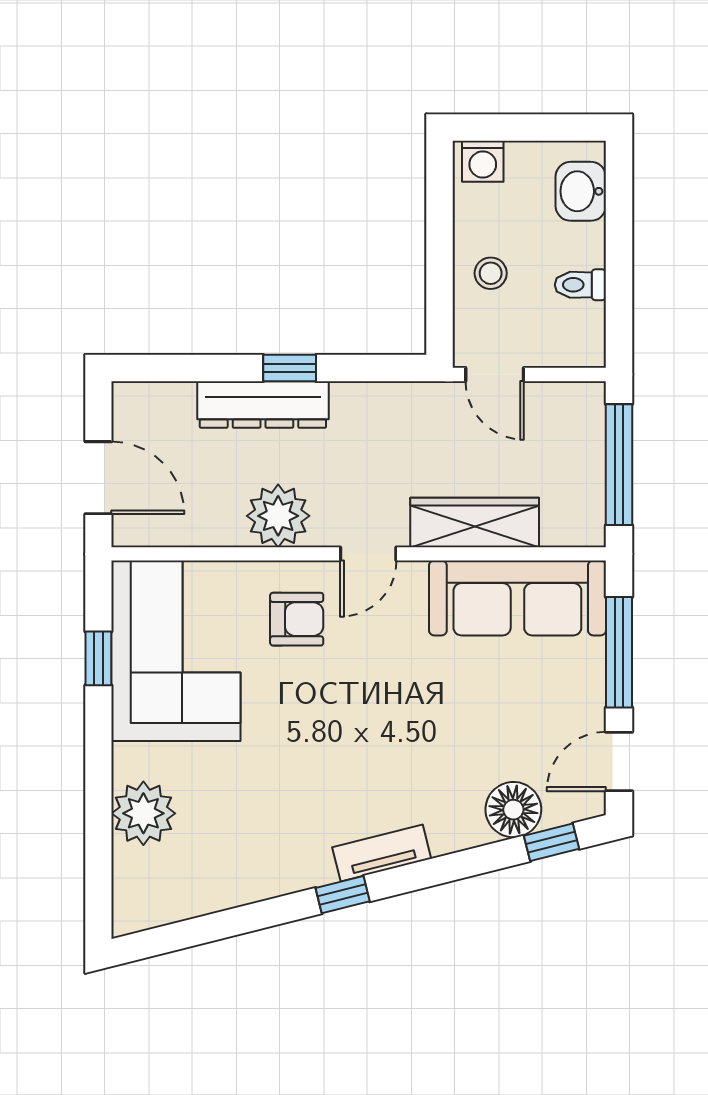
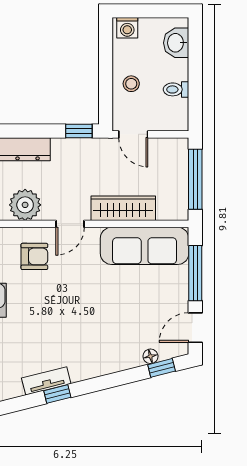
window: (290, 368) -> (79, 131), moved
floor lamp: (513, 810) -> (150, 356), width x0.53, depth x0.53
tv unit: (382, 853) -> (46, 381), moved

